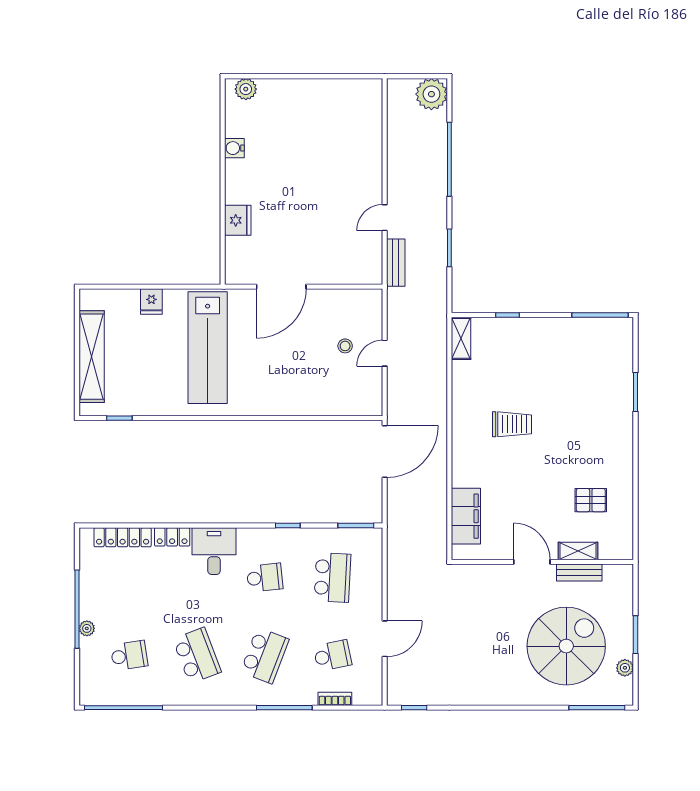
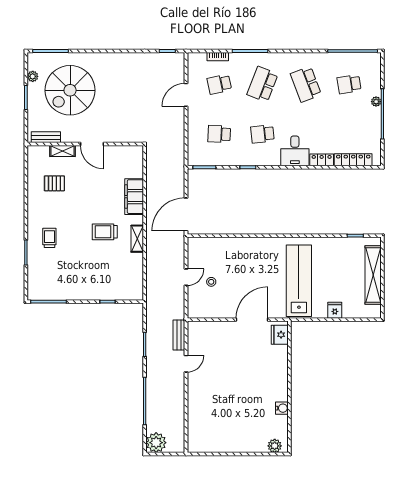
fridge: (238, 220) -> (280, 335), moved
shelving: (461, 338) -> (137, 239), moved
trolley: (599, 415) -> (49, 238), added
filing cabinet: (466, 516) -> (134, 197), moved
bench: (579, 573) -> (46, 137), moved
school desk: (332, 578) -> (219, 134), width x0.54

